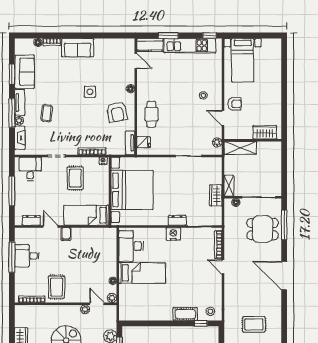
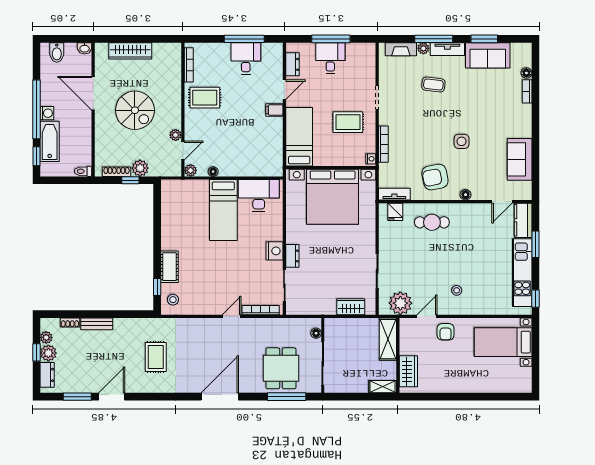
sofa: (78, 48) -> (520, 159), moved
plant: (217, 142) -> (400, 303), width x1.87, depth x1.87
desk: (30, 169) -> (330, 58), moved, turned -90
shelving: (229, 186) -> (383, 387), moved
wardrobe: (216, 195) -> (351, 307), moved

